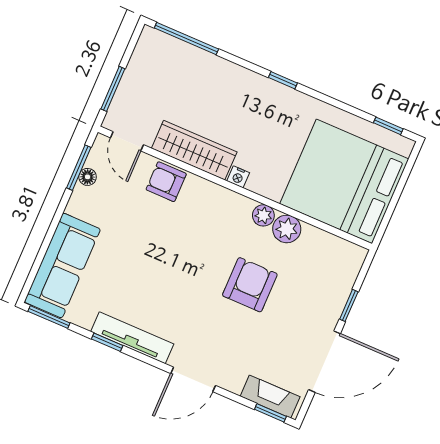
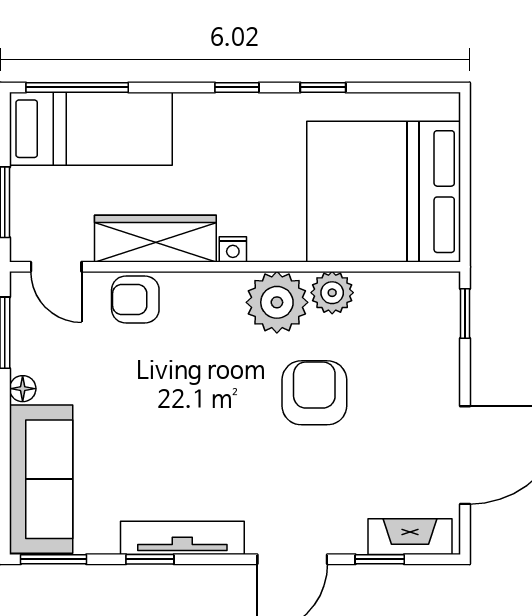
bed: (184, 67) -> (91, 129), added
window: (388, 126) -> (323, 87), moved
floor lamp: (88, 177) -> (23, 389), moved
plant: (263, 215) -> (277, 302), width x1.88, depth x1.88
window: (349, 305) -> (465, 314), moved
window: (270, 413) -> (380, 559), moved

